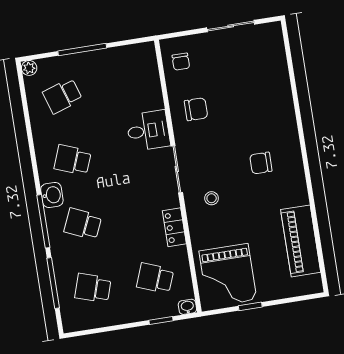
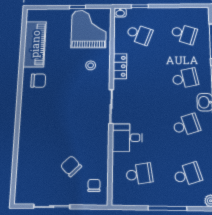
school desk: (125, 86) -> (139, 174), added
chair: (196, 109) -> (71, 166), moved, turned 46
school desk: (73, 160) -> (186, 125), turned -39
chair: (261, 163) -> (38, 81), moved
stool: (212, 198) -> (91, 65), moved
school desk: (83, 224) -> (185, 78), turned -36

